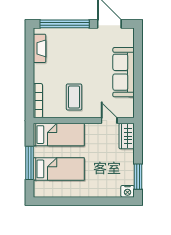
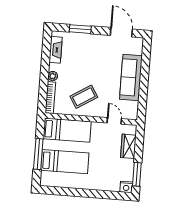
window: (65, 24) -> (80, 29), width x0.47
plant: (39, 77) -> (53, 76), added
coffee table: (74, 97) -> (84, 97), turned 58
wardrobe: (127, 136) -> (128, 146), moved

